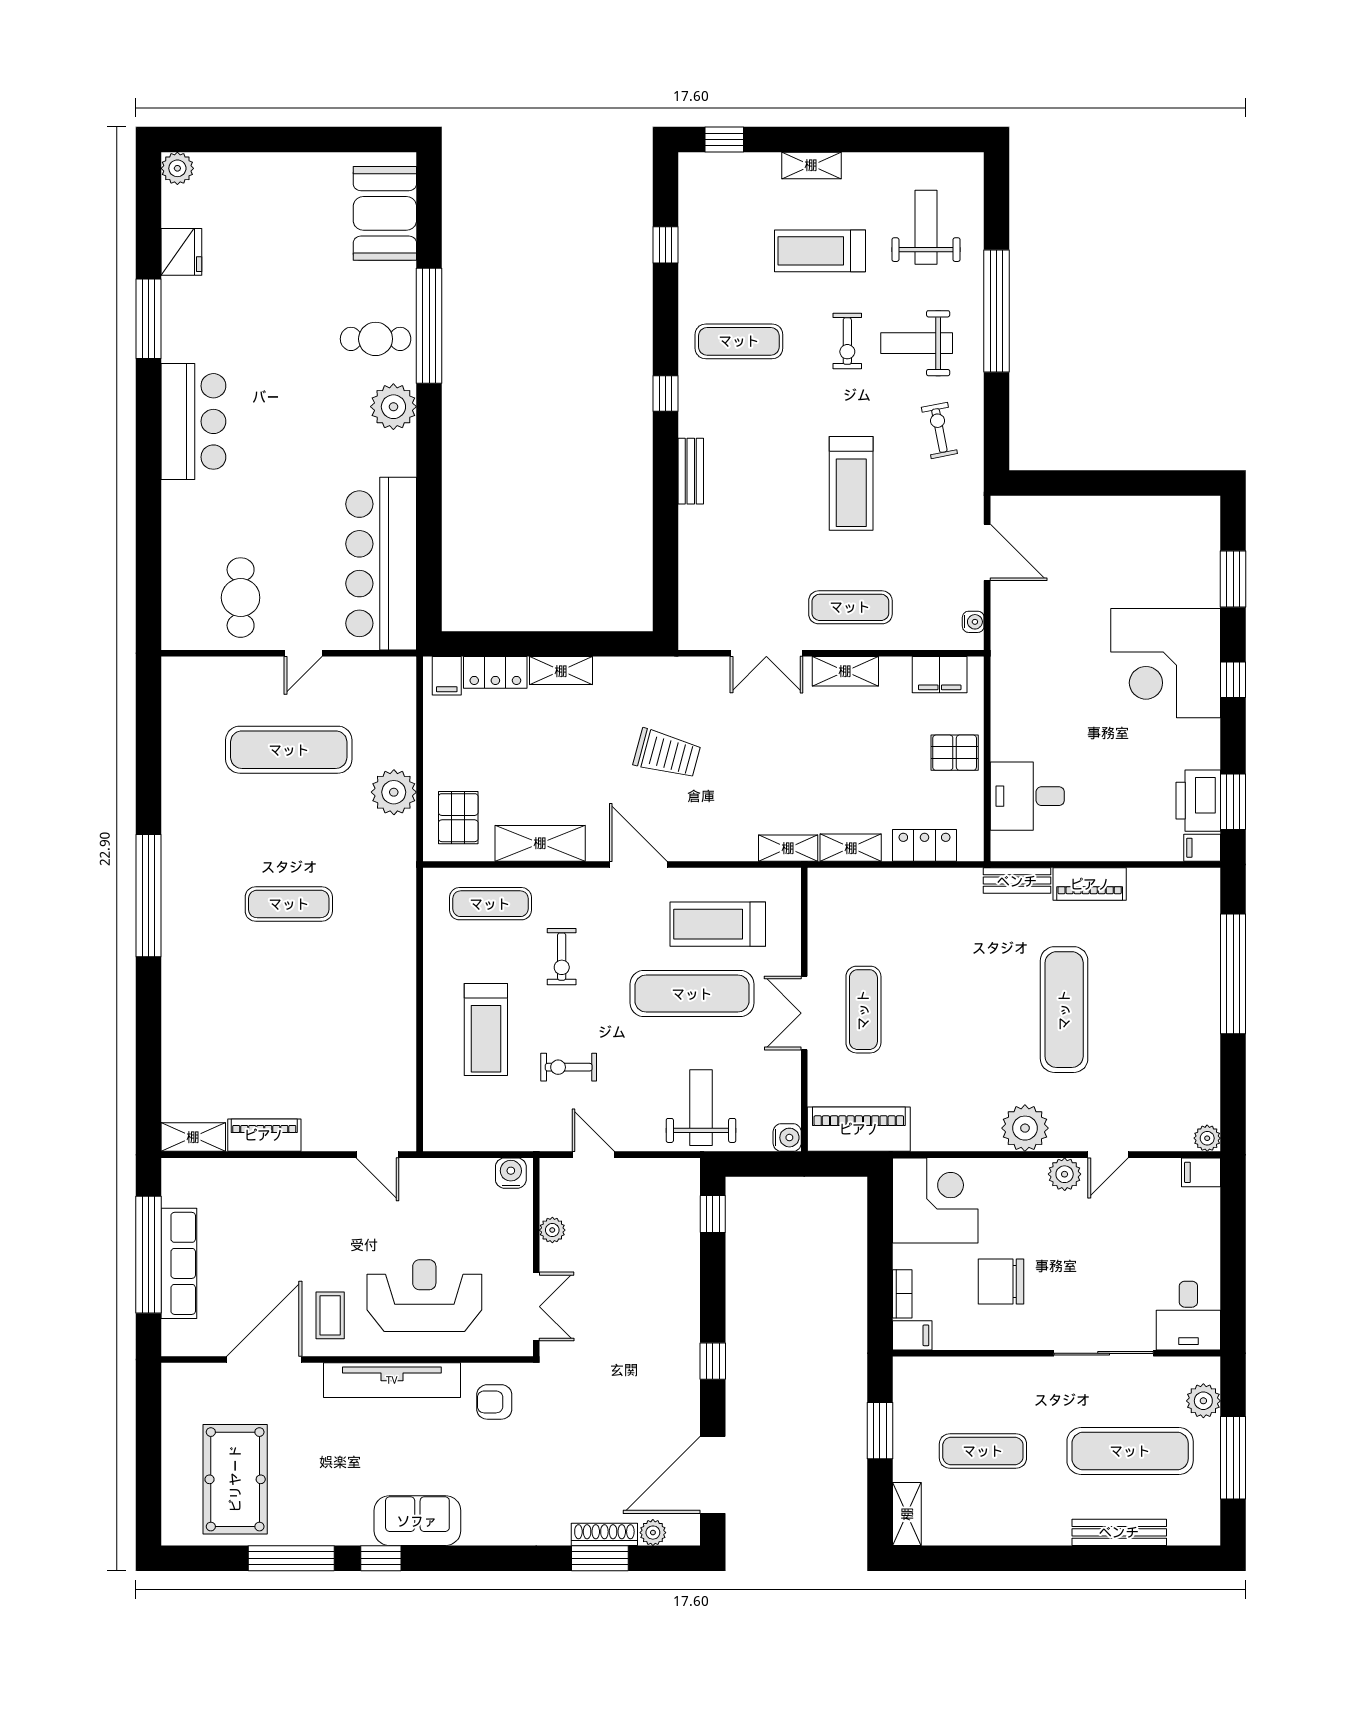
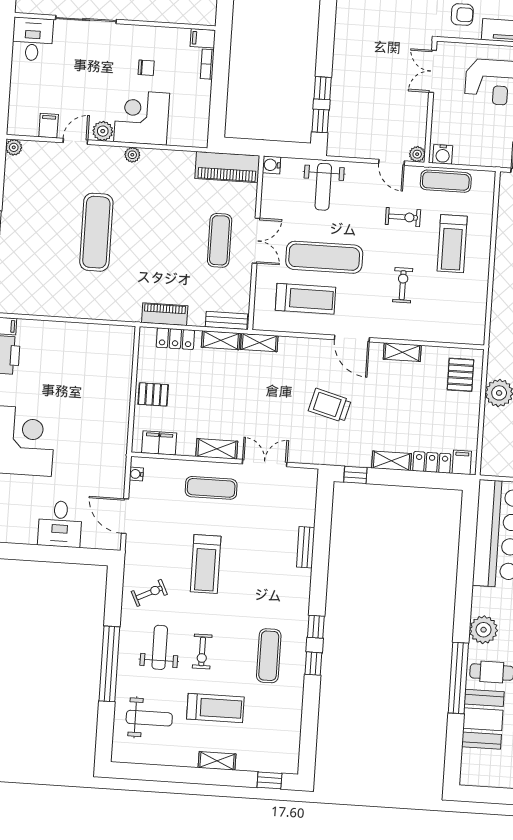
booth: (385, 213) -> (483, 719), moved
weight bench: (926, 227) -> (149, 718), turned -90
window: (666, 245) -> (313, 664), moved
exercise mat: (739, 341) -> (269, 656), turned 90
exercise bike: (847, 341) -> (202, 652), turned 180
weight bench: (917, 343) -> (160, 647), turned -90
exercise bike: (939, 430) -> (149, 593), turned -105
bench: (691, 471) -> (306, 547), moved
treadmill: (851, 483) -> (206, 564), turned 180
window: (618, 644) -> (355, 475), added
desk: (1027, 796) -> (60, 524), moved, turned 90
shelving: (540, 843) -> (402, 352), width x0.67, depth x0.75
bench: (1017, 881) -> (226, 320), moved
piano: (1090, 884) -> (165, 314), moved
exercise mat: (490, 904) -> (446, 181), moved
treadmill: (486, 1030) -> (452, 244), turned 180
plant: (1025, 1128) -> (132, 155), width x0.53, depth x0.53
filing cabinet: (1201, 1172) -> (49, 126), moved, turned -90
corner desk: (935, 1200) -> (142, 117), moved, turned 90
plant: (552, 1230) -> (417, 154), moved
chair: (1001, 1282) -> (146, 68), width x0.54, depth x0.54
window: (713, 1361) -> (323, 88), moved

